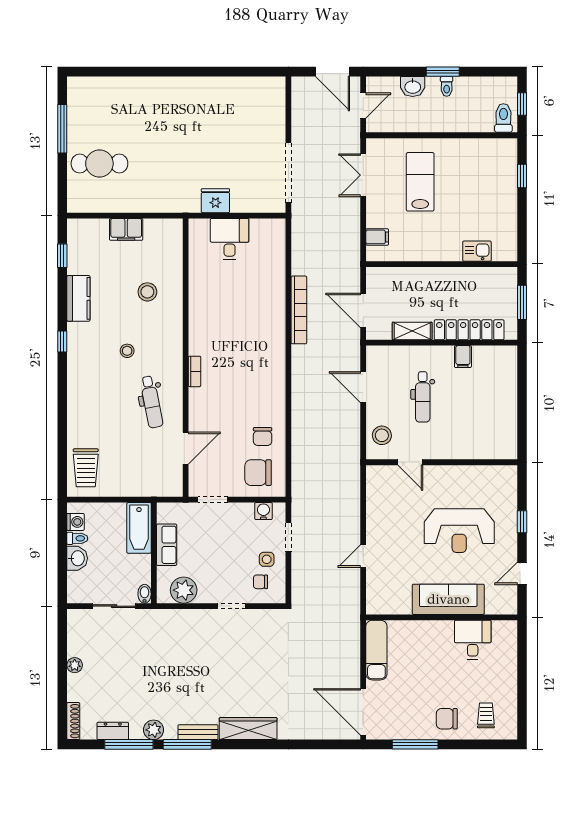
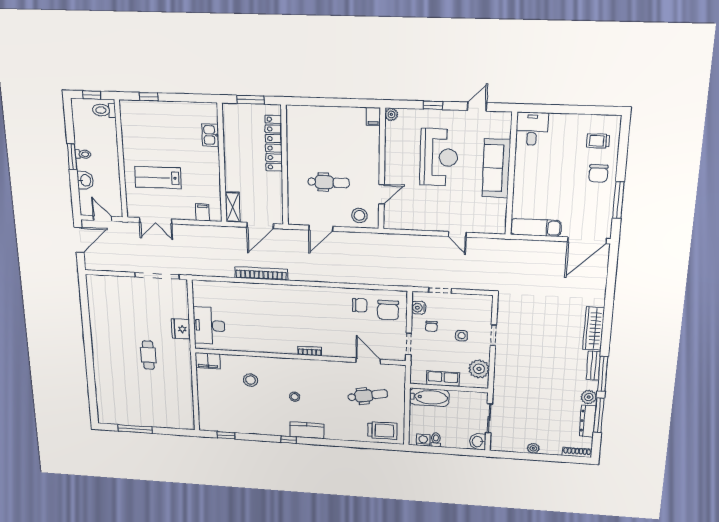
cafe table: (99, 164) -> (148, 355), moved, width x0.73, depth x0.74
filing cabinet: (126, 229) -> (208, 361), moved, turned 90
desk: (230, 239) -> (209, 326), width x1.37
kitchen counter: (78, 298) -> (307, 430), moved
shelving: (412, 331) -> (233, 207), moved
filing cabinet: (463, 357) -> (373, 117), moved, turned 90
dental chair: (151, 402) -> (368, 395), moved
plant: (510, 473) -> (391, 114), added
washbasin: (77, 558) -> (478, 442), moved, turned -90
side table: (267, 559) -> (462, 336), moved
door: (522, 573) -> (477, 107), swing flipped
chair: (260, 582) -> (431, 326), moved
bidet: (145, 594) -> (480, 397), removed
desk: (473, 640) -> (532, 129), moved, turned 90
dresser: (113, 731) -> (588, 421), width x1.44

